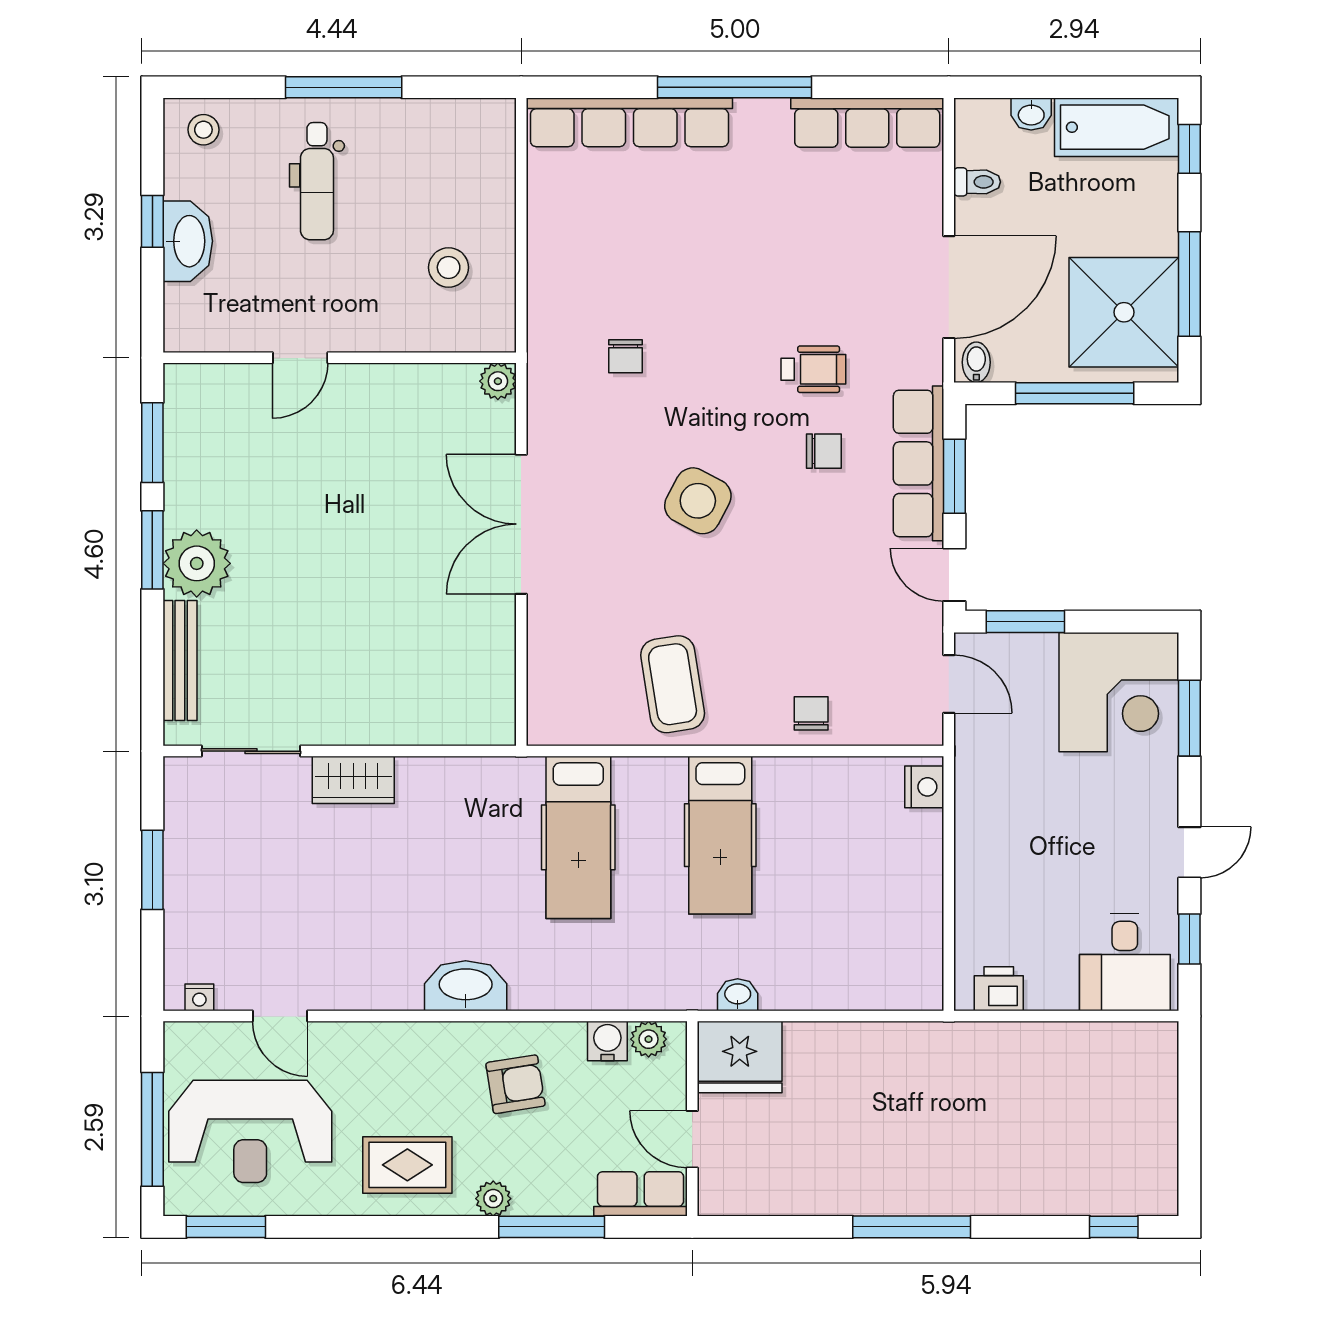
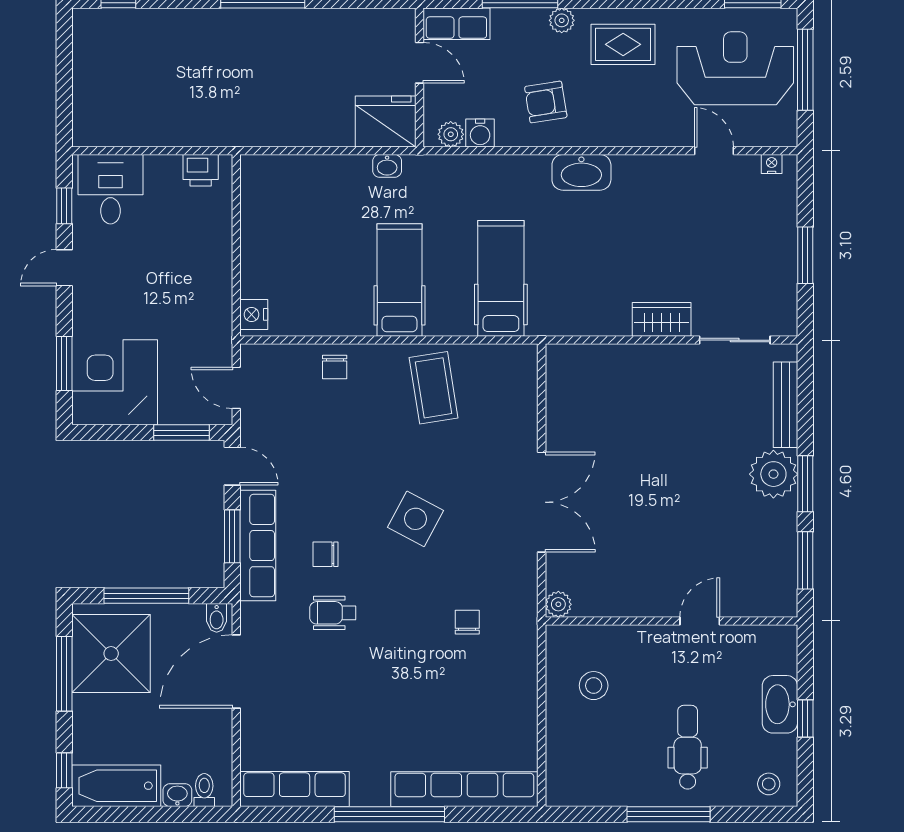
toilet: (977, 182) -> (204, 790), moved, turned 90

